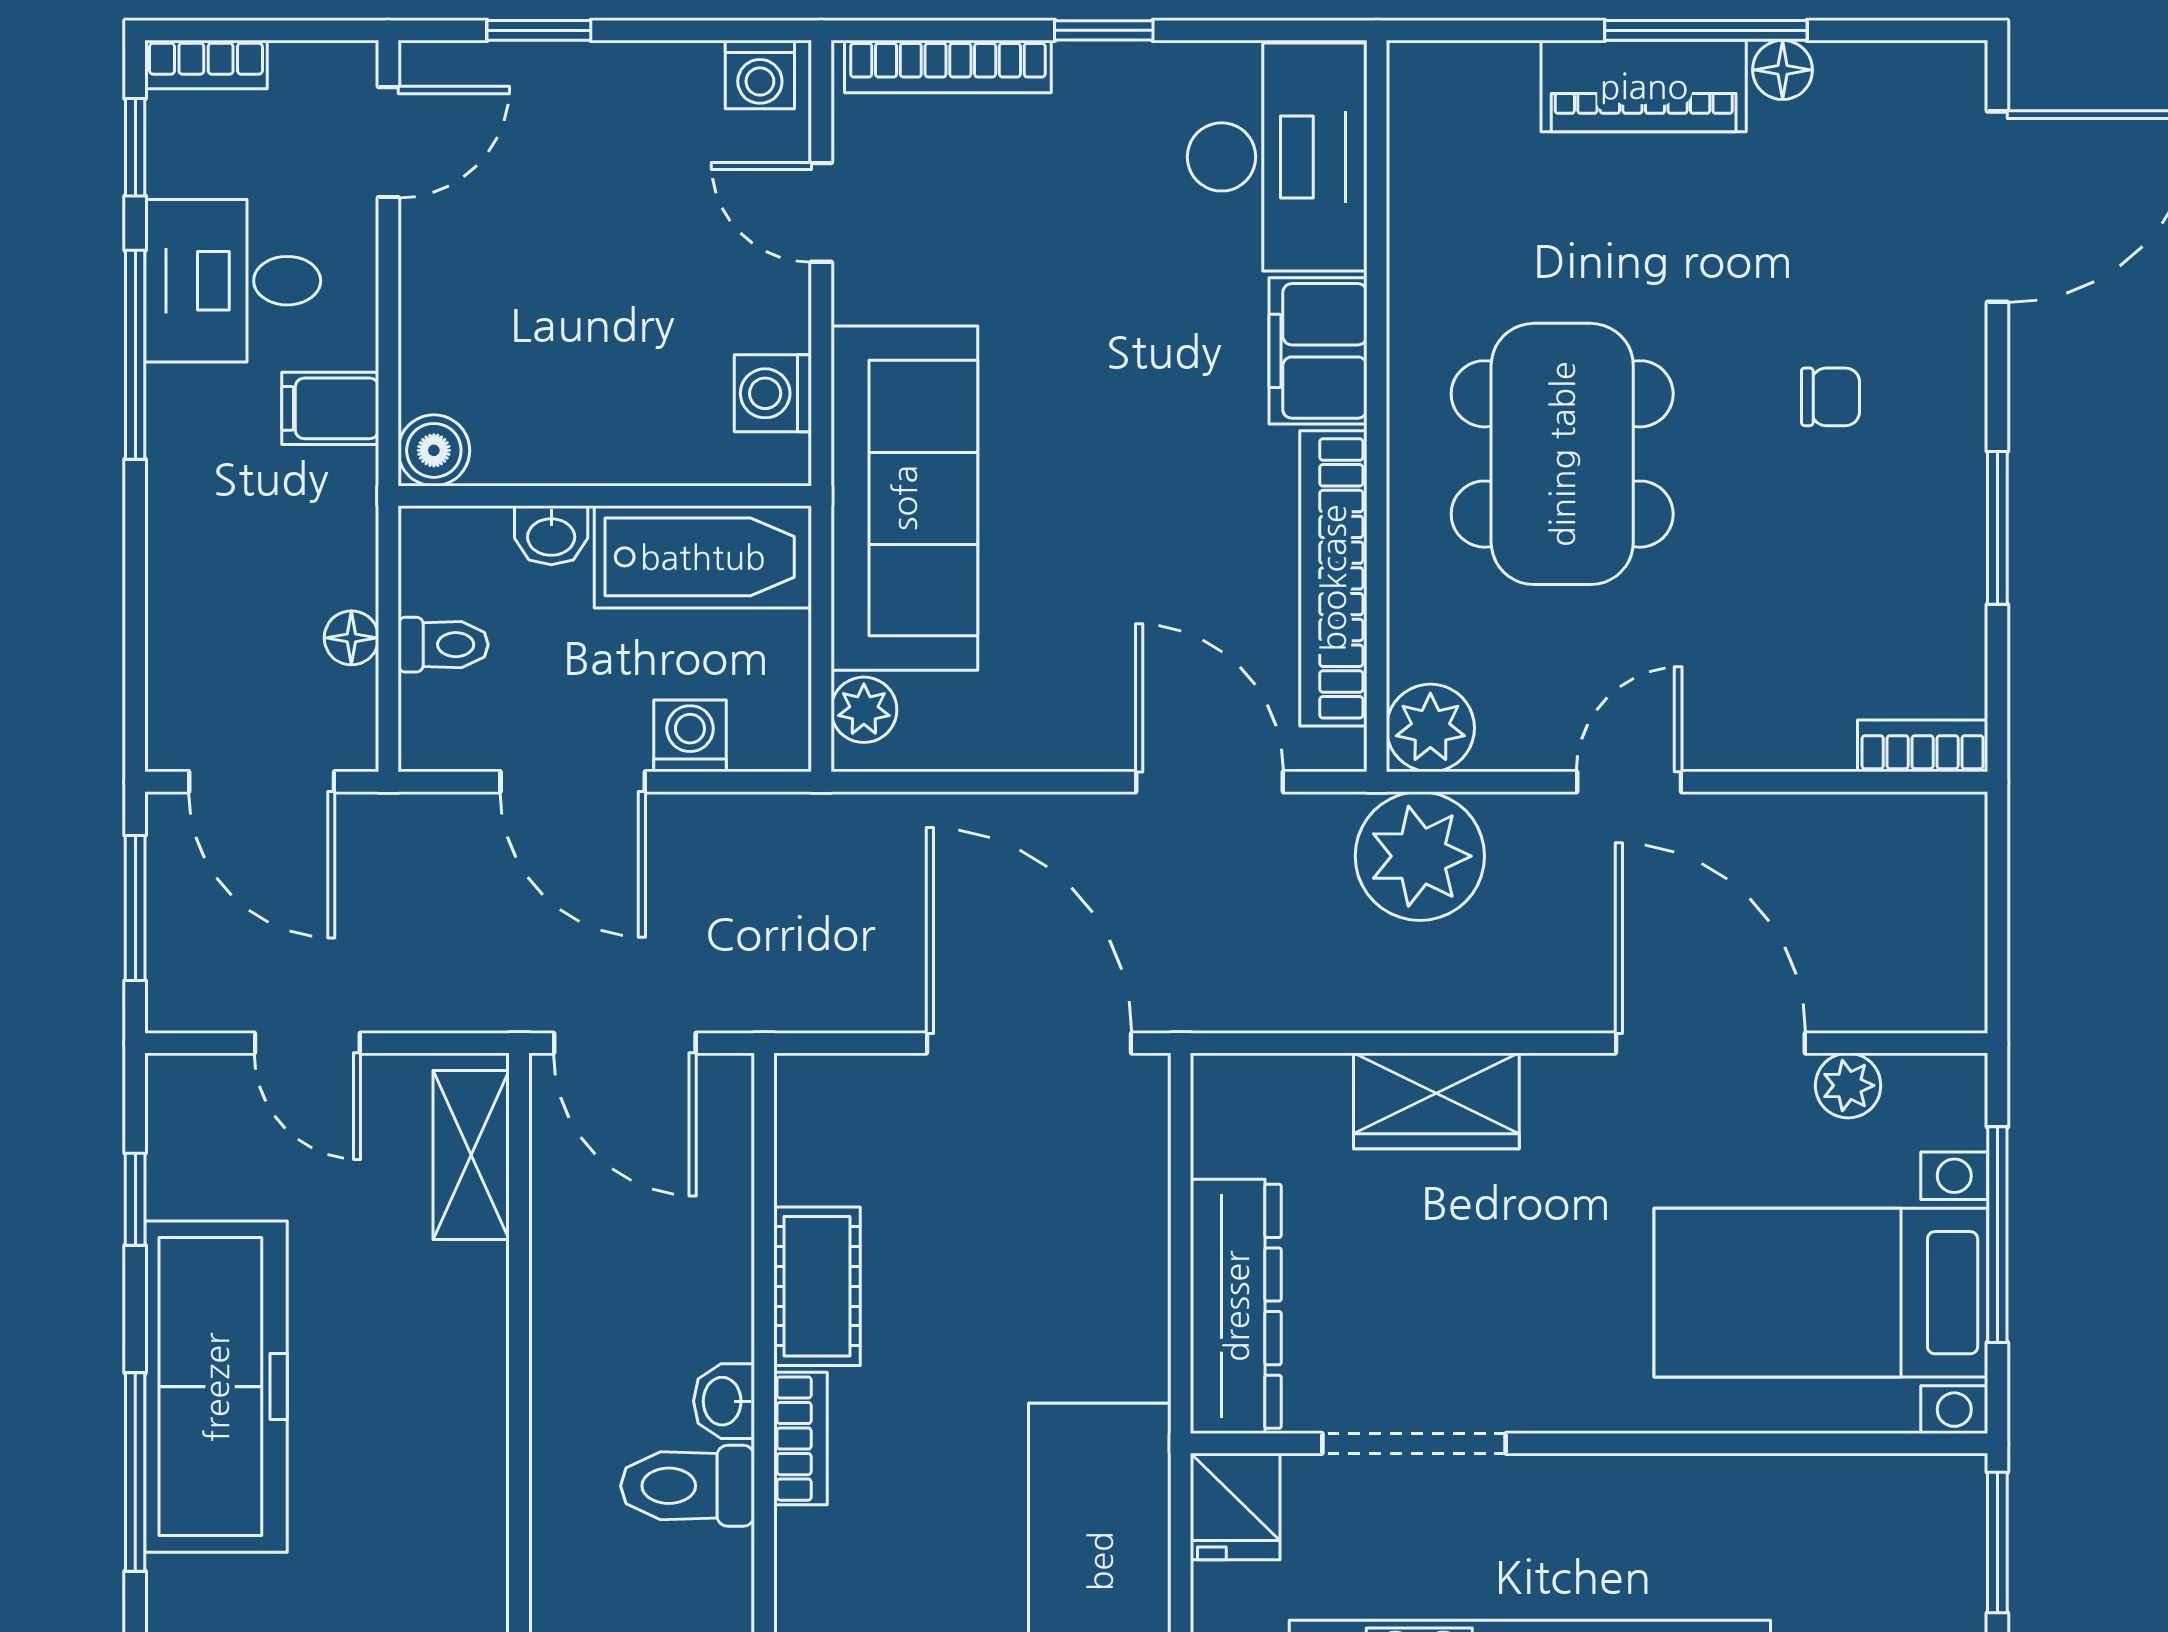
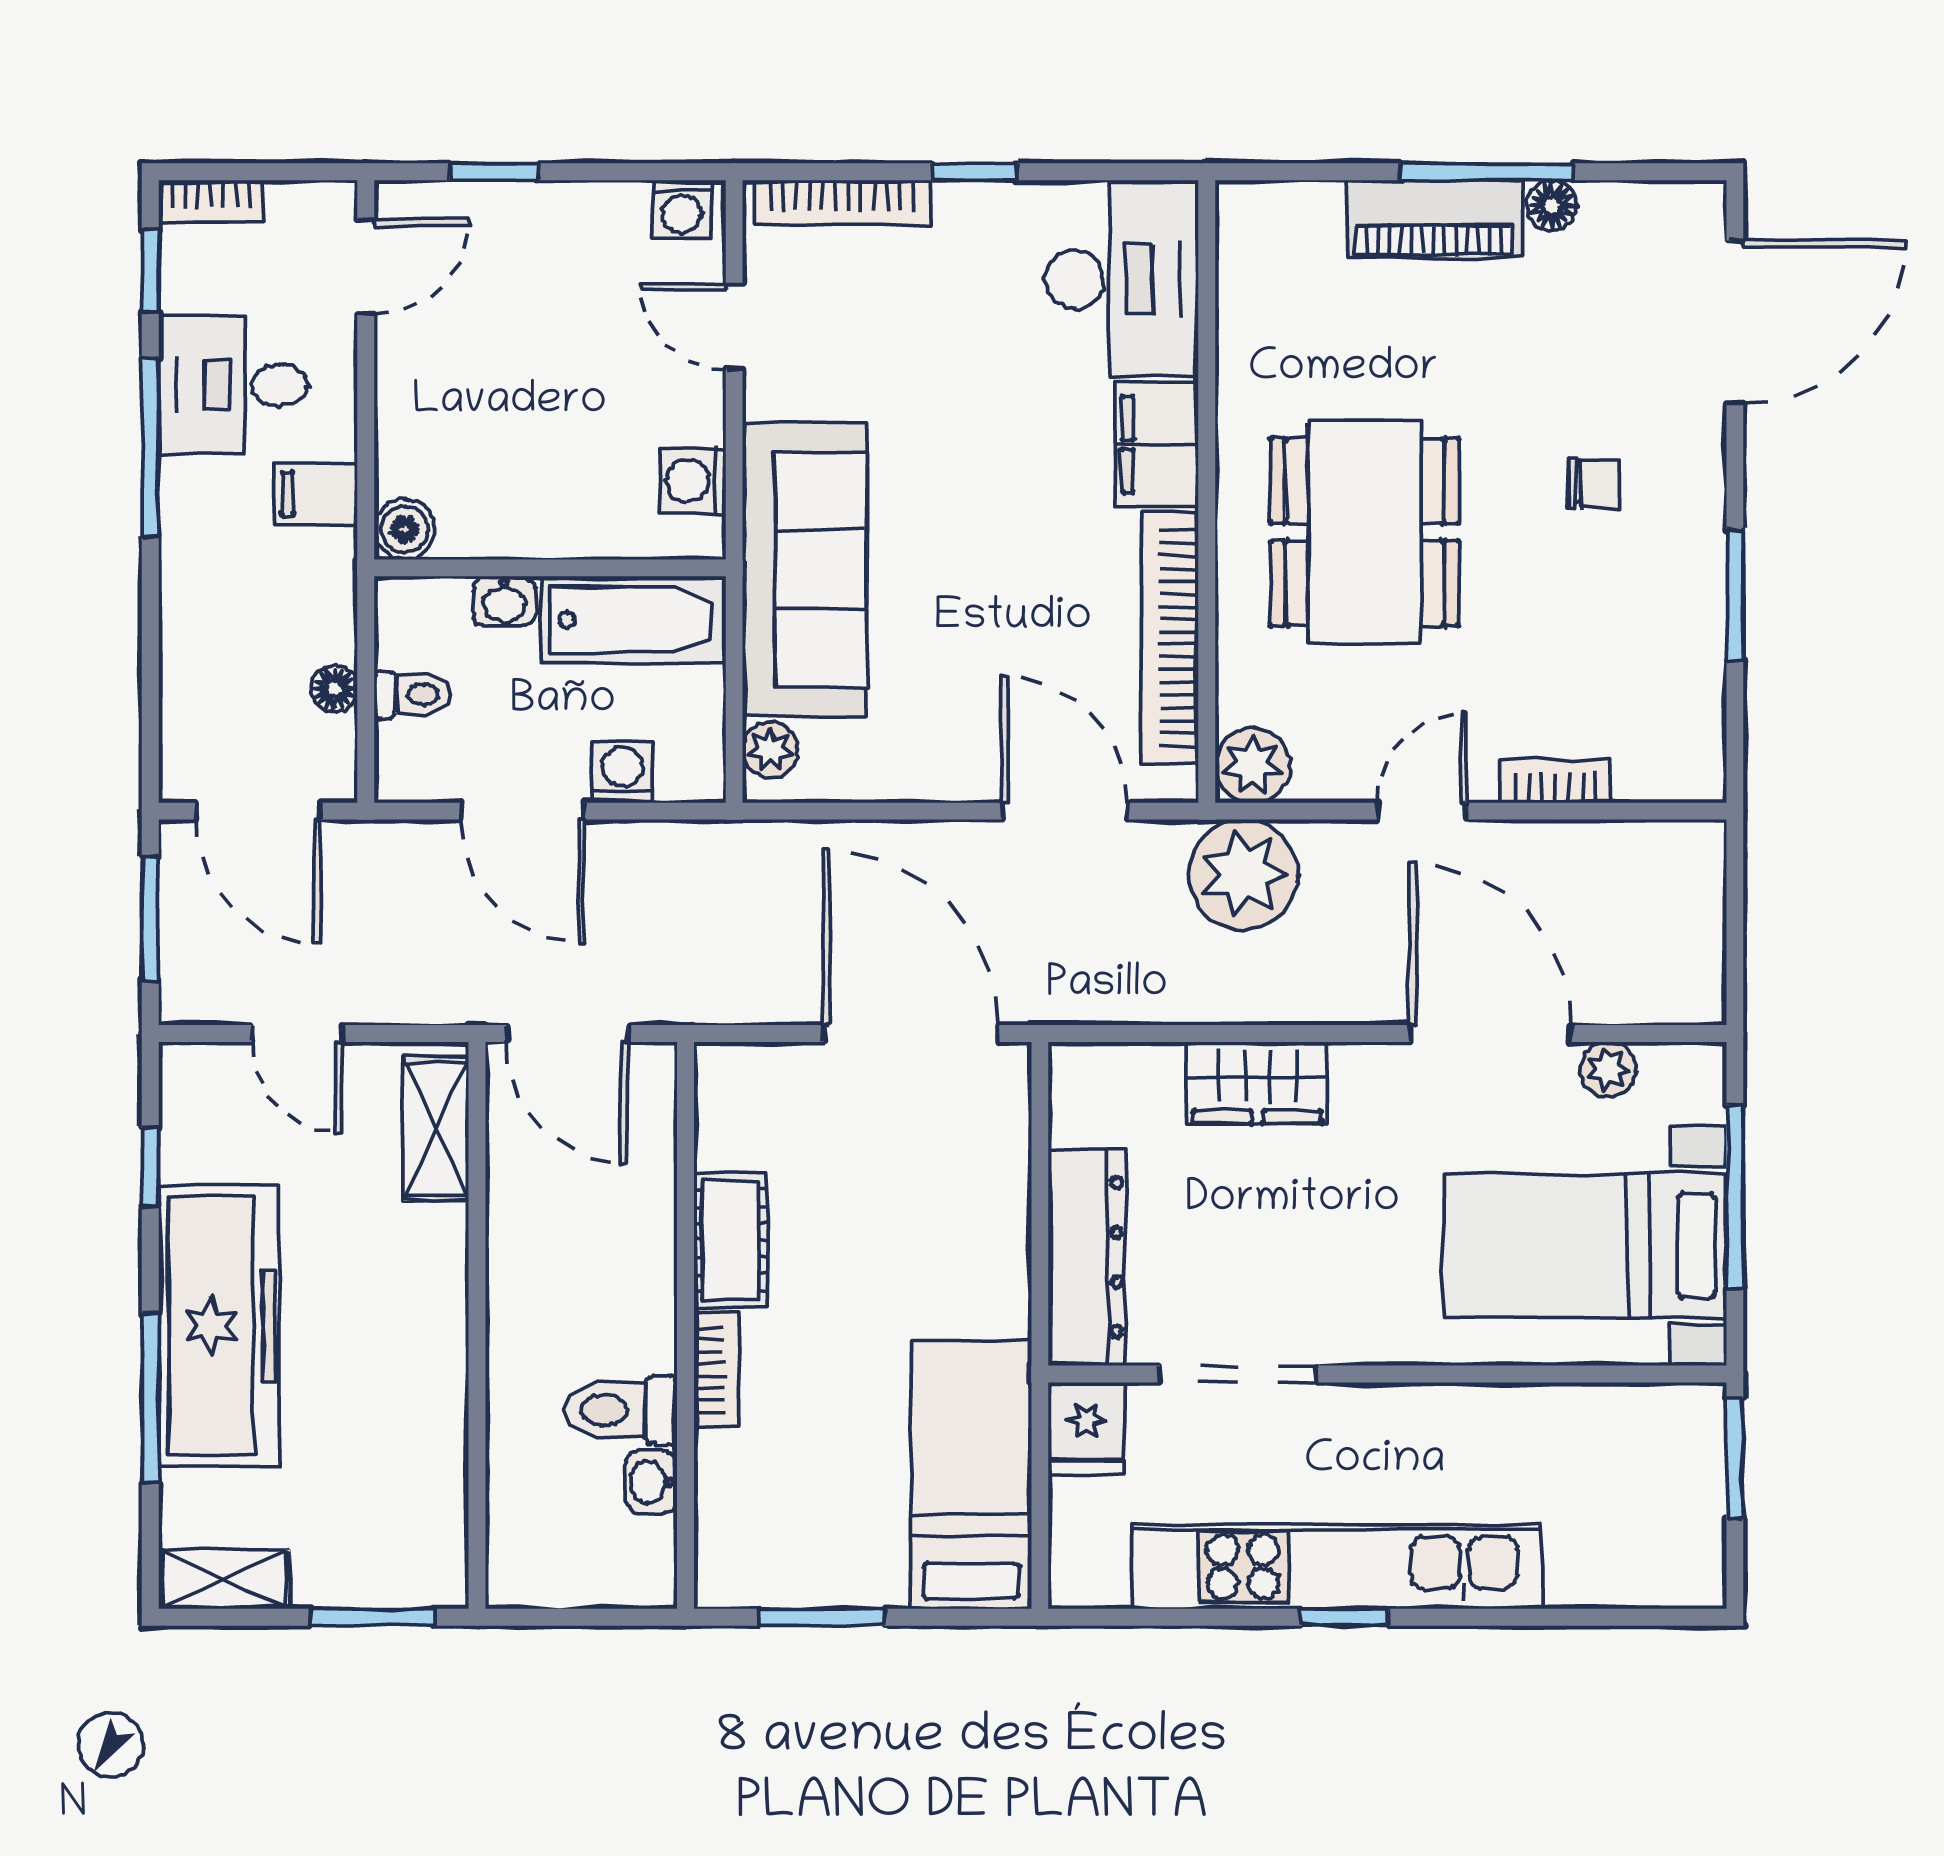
bookcase: (1923, 746) -> (1555, 781), moved
washbasin: (724, 1401) -> (651, 1482), moved

